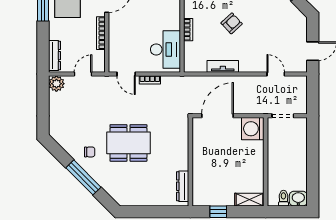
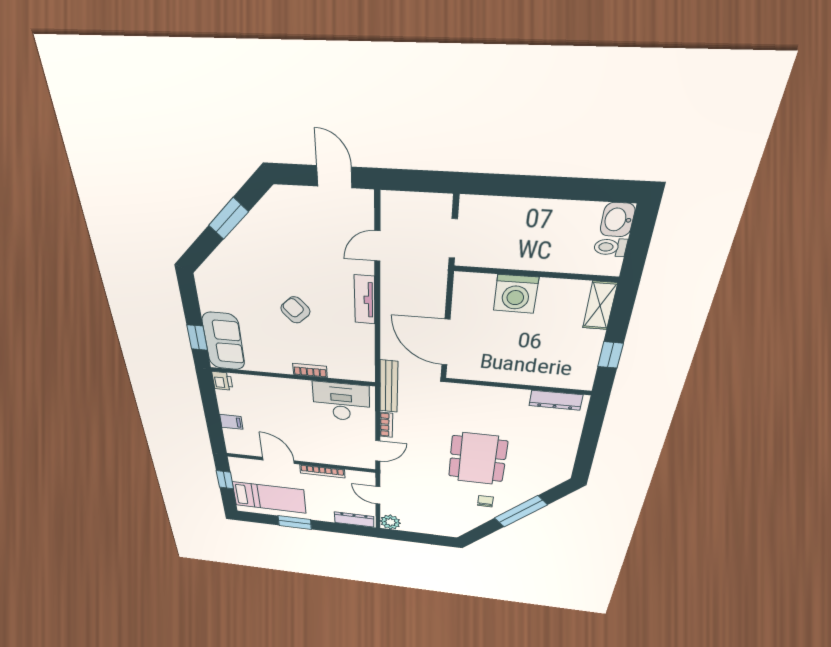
tv unit: (223, 66) -> (365, 300), moved
bench: (181, 81) -> (389, 386), added
washing machine: (253, 129) -> (516, 294), moved

